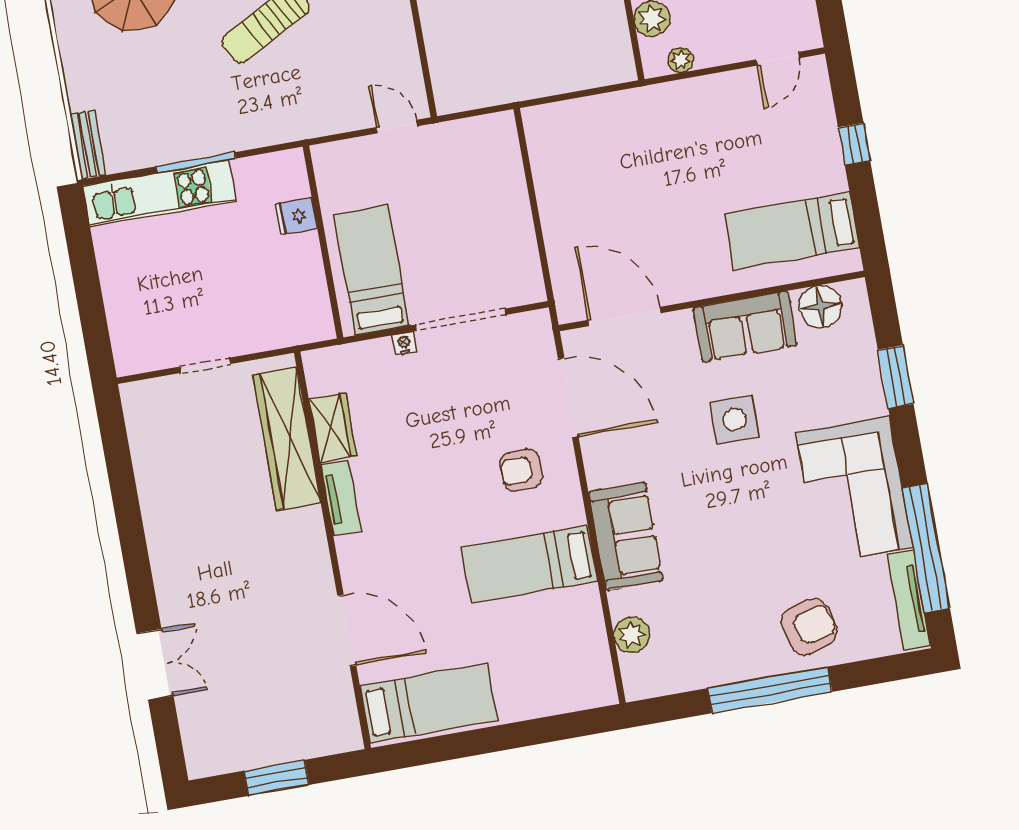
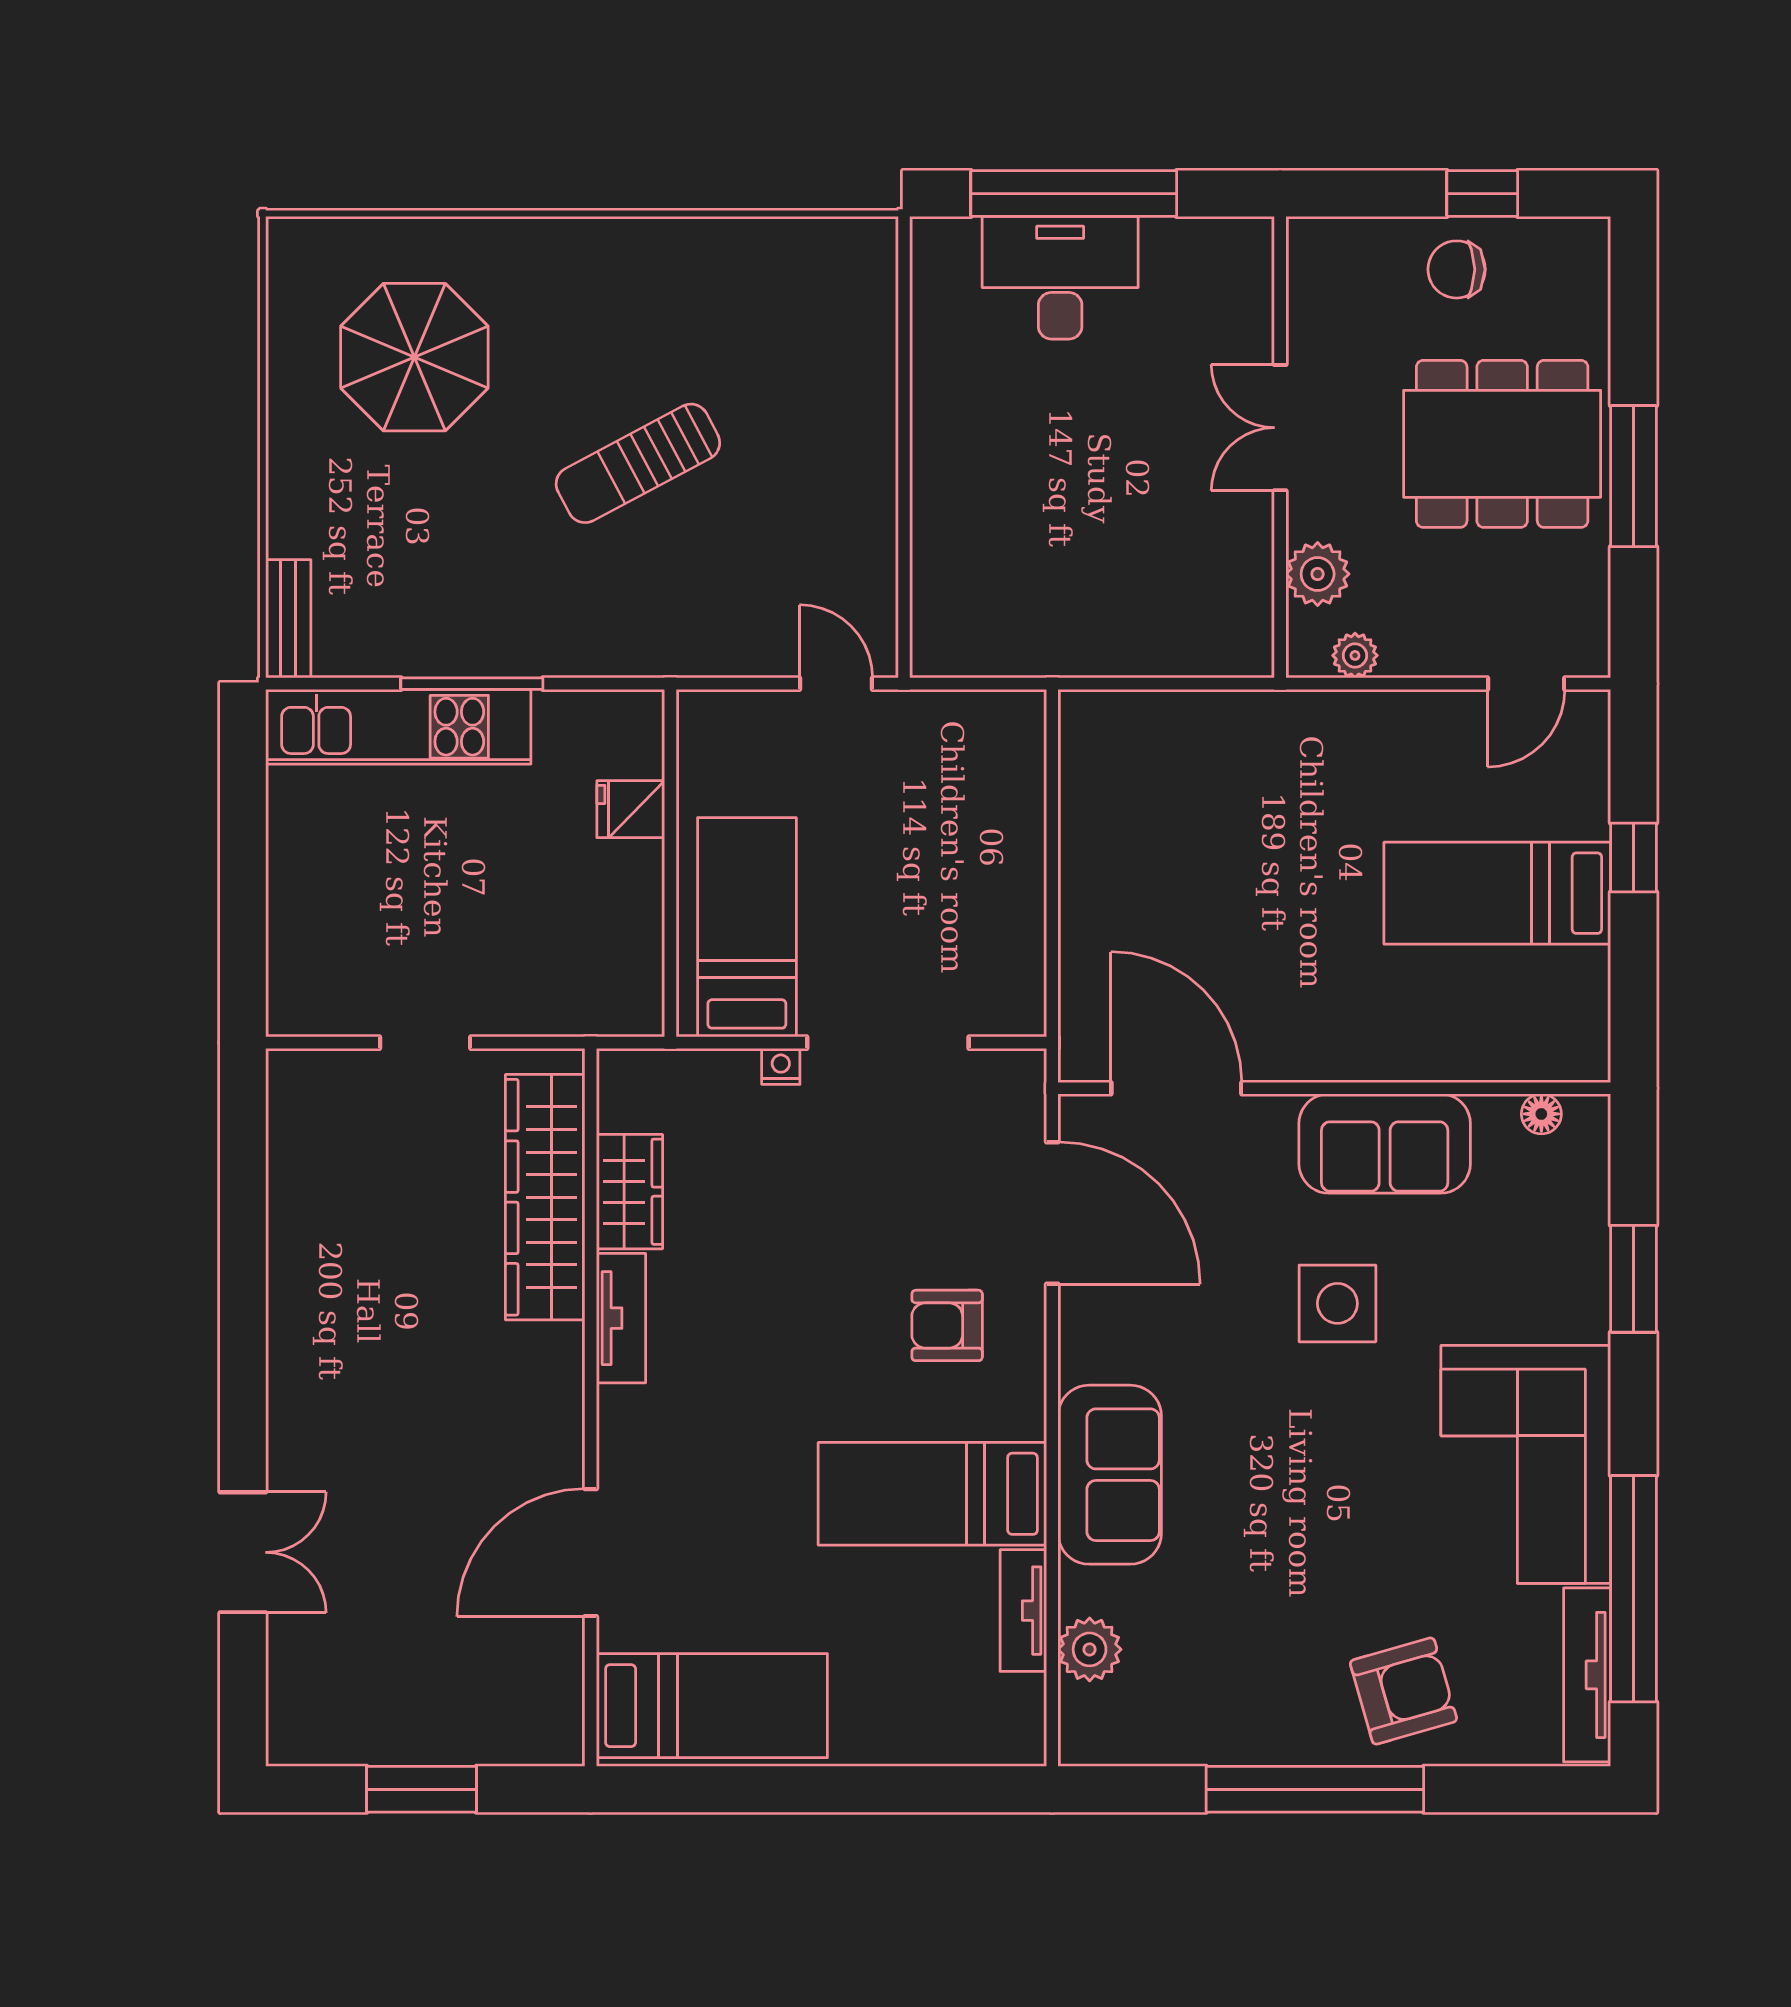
bed: (792, 231) -> (1497, 893), moved
floor lamp: (820, 306) -> (1541, 1114), width x0.53, depth x0.53
tv unit: (591, 620) -> (1023, 1611), added
door: (347, 631) -> (591, 1553), swing flipped

